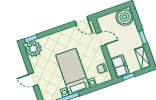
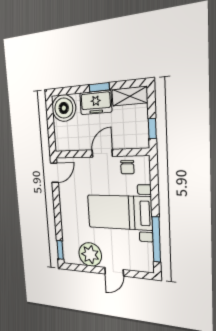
door: (101, 39) -> (102, 153), moved
plant: (33, 49) -> (90, 254), moved
freezer: (120, 66) -> (96, 102), moved, turned 180

